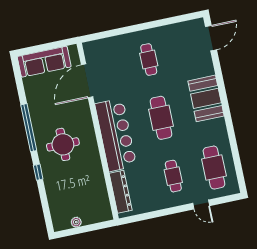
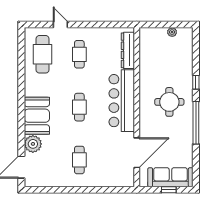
window: (43, 47) -> (169, 190), added
plant: (204, 66) -> (33, 144), added
cafe table: (161, 118) -> (79, 107), width x0.73, depth x0.74

